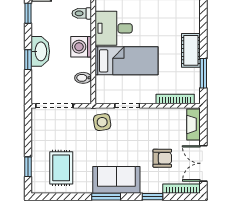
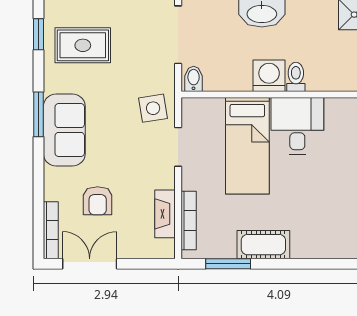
toilet: (82, 13) -> (296, 77), moved
bidet: (83, 78) -> (194, 79), moved
fireplace: (193, 124) -> (165, 214), moved, turned -90
window: (153, 197) -> (38, 34), moved

